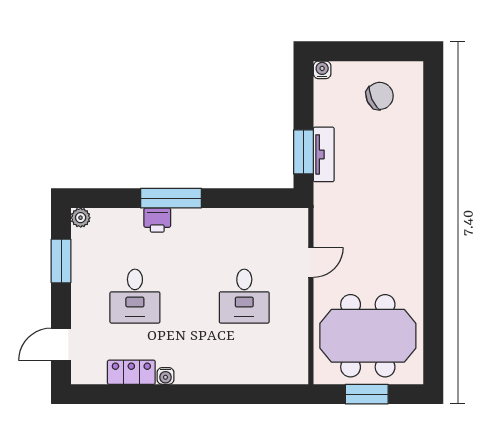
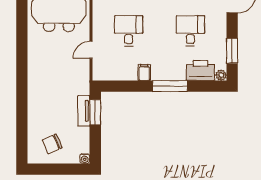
printer: (157, 220) -> (200, 71), moved, width x1.87, depth x1.48
filing cabinet: (217, 222) -> (144, 73), added

